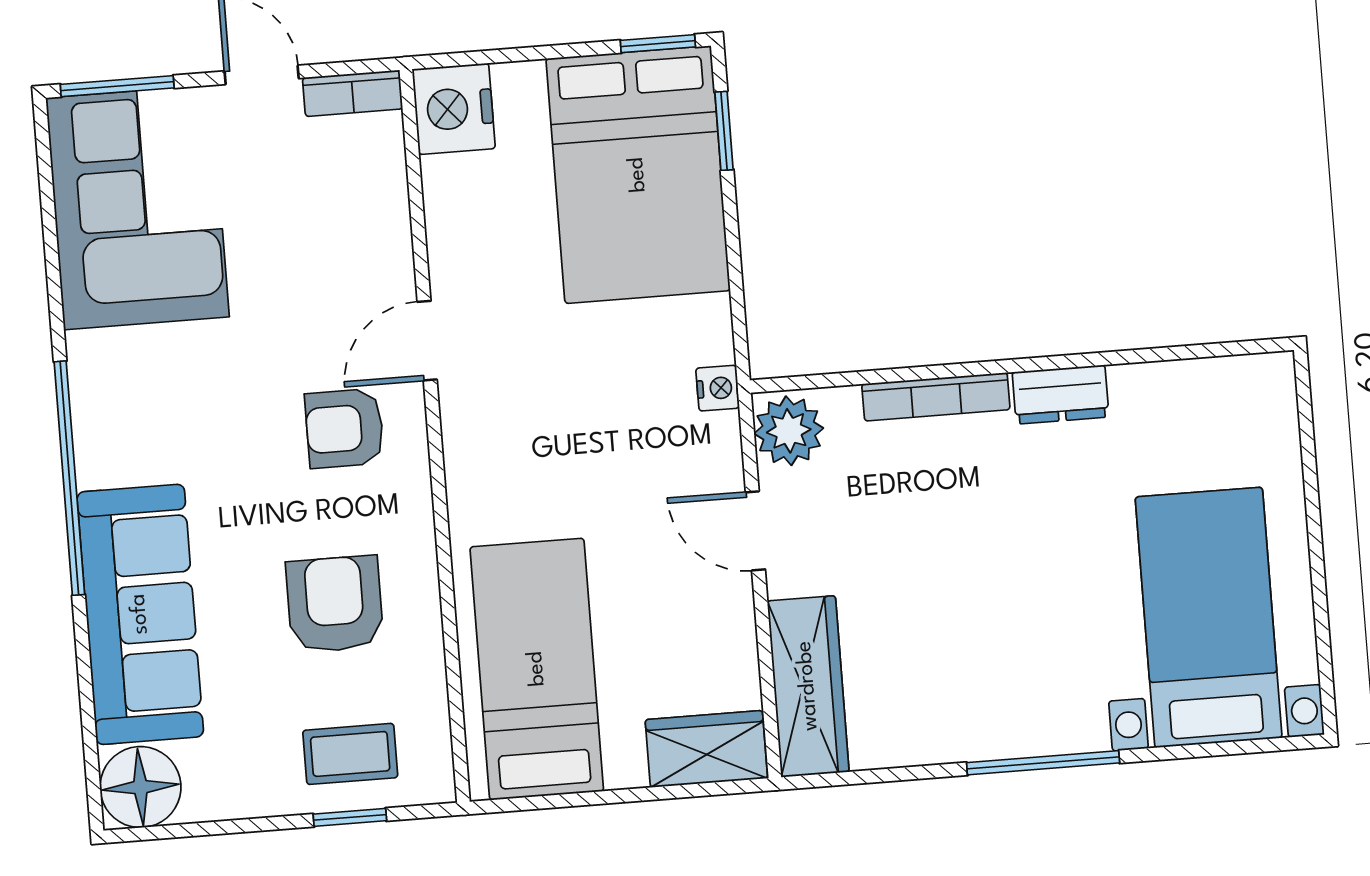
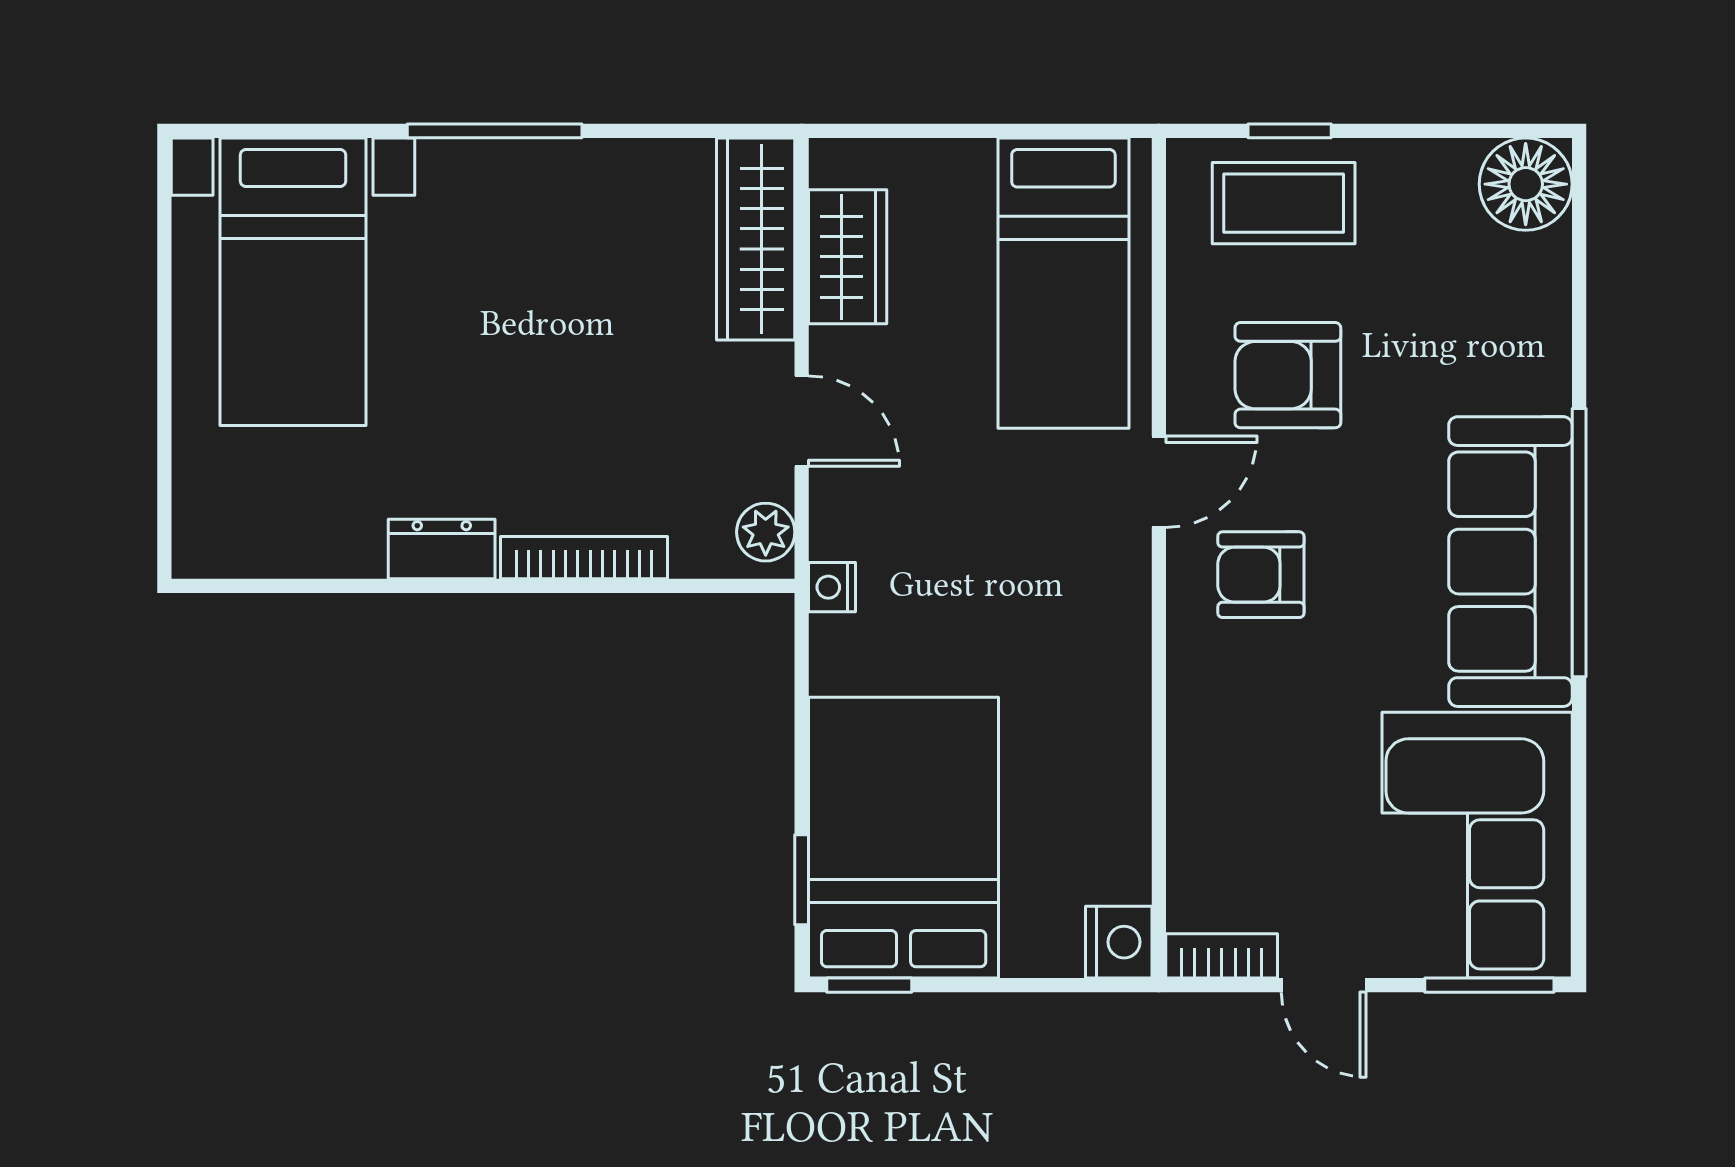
nightstand: (454, 109) -> (1119, 942), width x0.74, depth x0.75
door: (427, 341) -> (1159, 482), moved
armchair: (345, 428) -> (1261, 575), turned 180
plant: (789, 431) -> (766, 532), width x0.73, depth x0.73
armchair: (335, 604) -> (1288, 375), turned 90
sofa: (140, 614) -> (1510, 562), moved
wardrobe: (706, 749) -> (848, 257), moved, turned -90
coffee table: (350, 754) -> (1284, 203), width x1.36, depth x1.30

